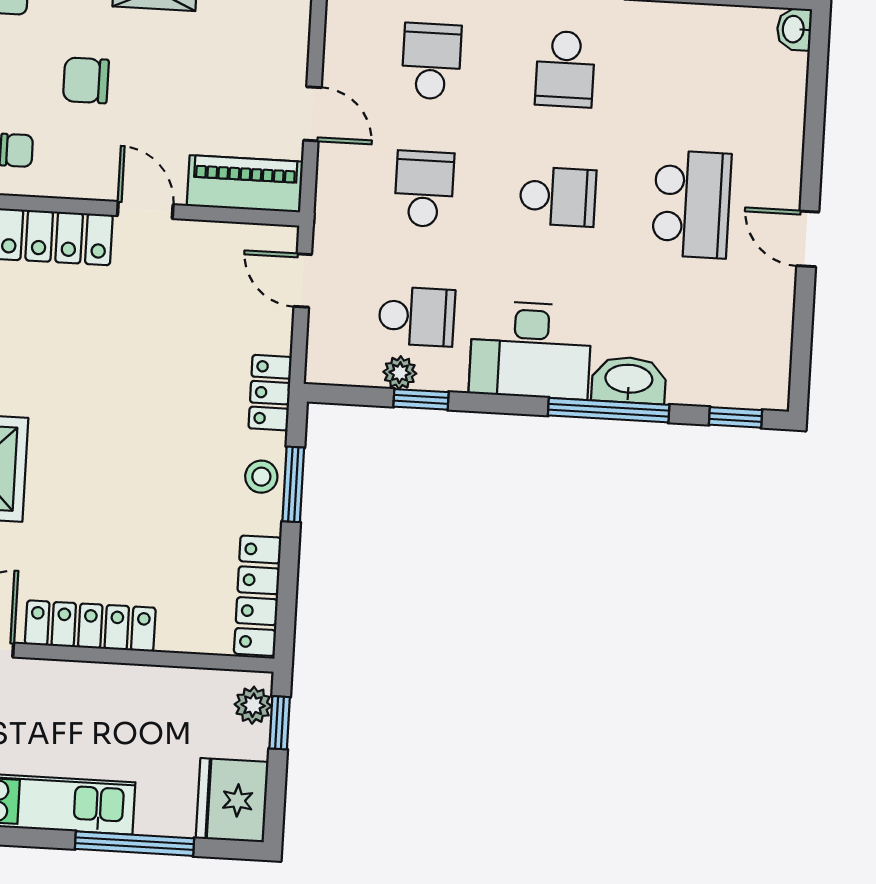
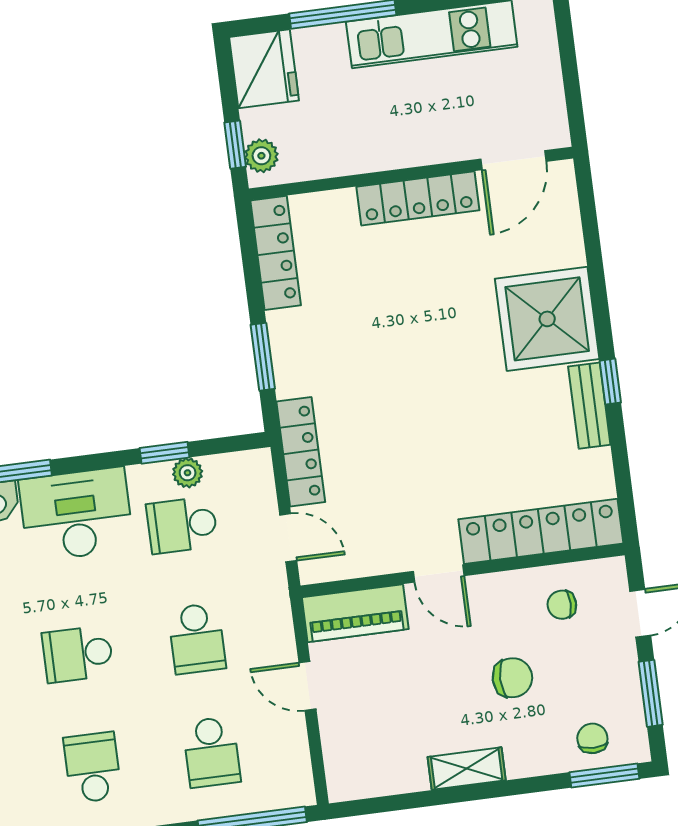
locker: (270, 393) -> (301, 452), width x1.53
stool: (261, 477) -> (292, 358), removed

